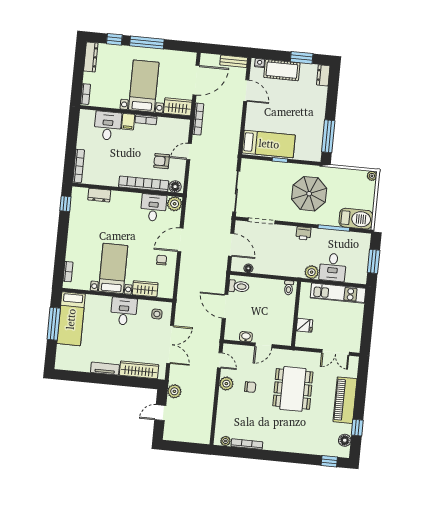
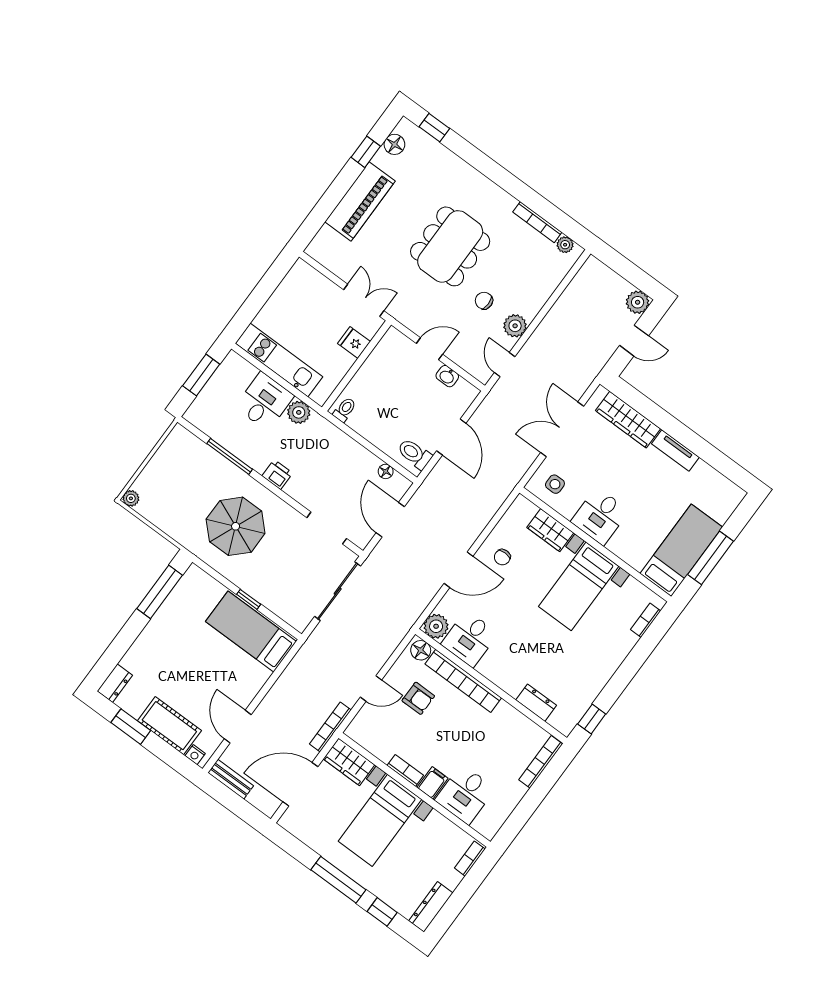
barbecue: (356, 219) -> (190, 451), removed
double door: (335, 352) -> (364, 300), moved
dining table: (293, 389) -> (450, 246), moved
plant: (174, 391) -> (638, 302), moved

